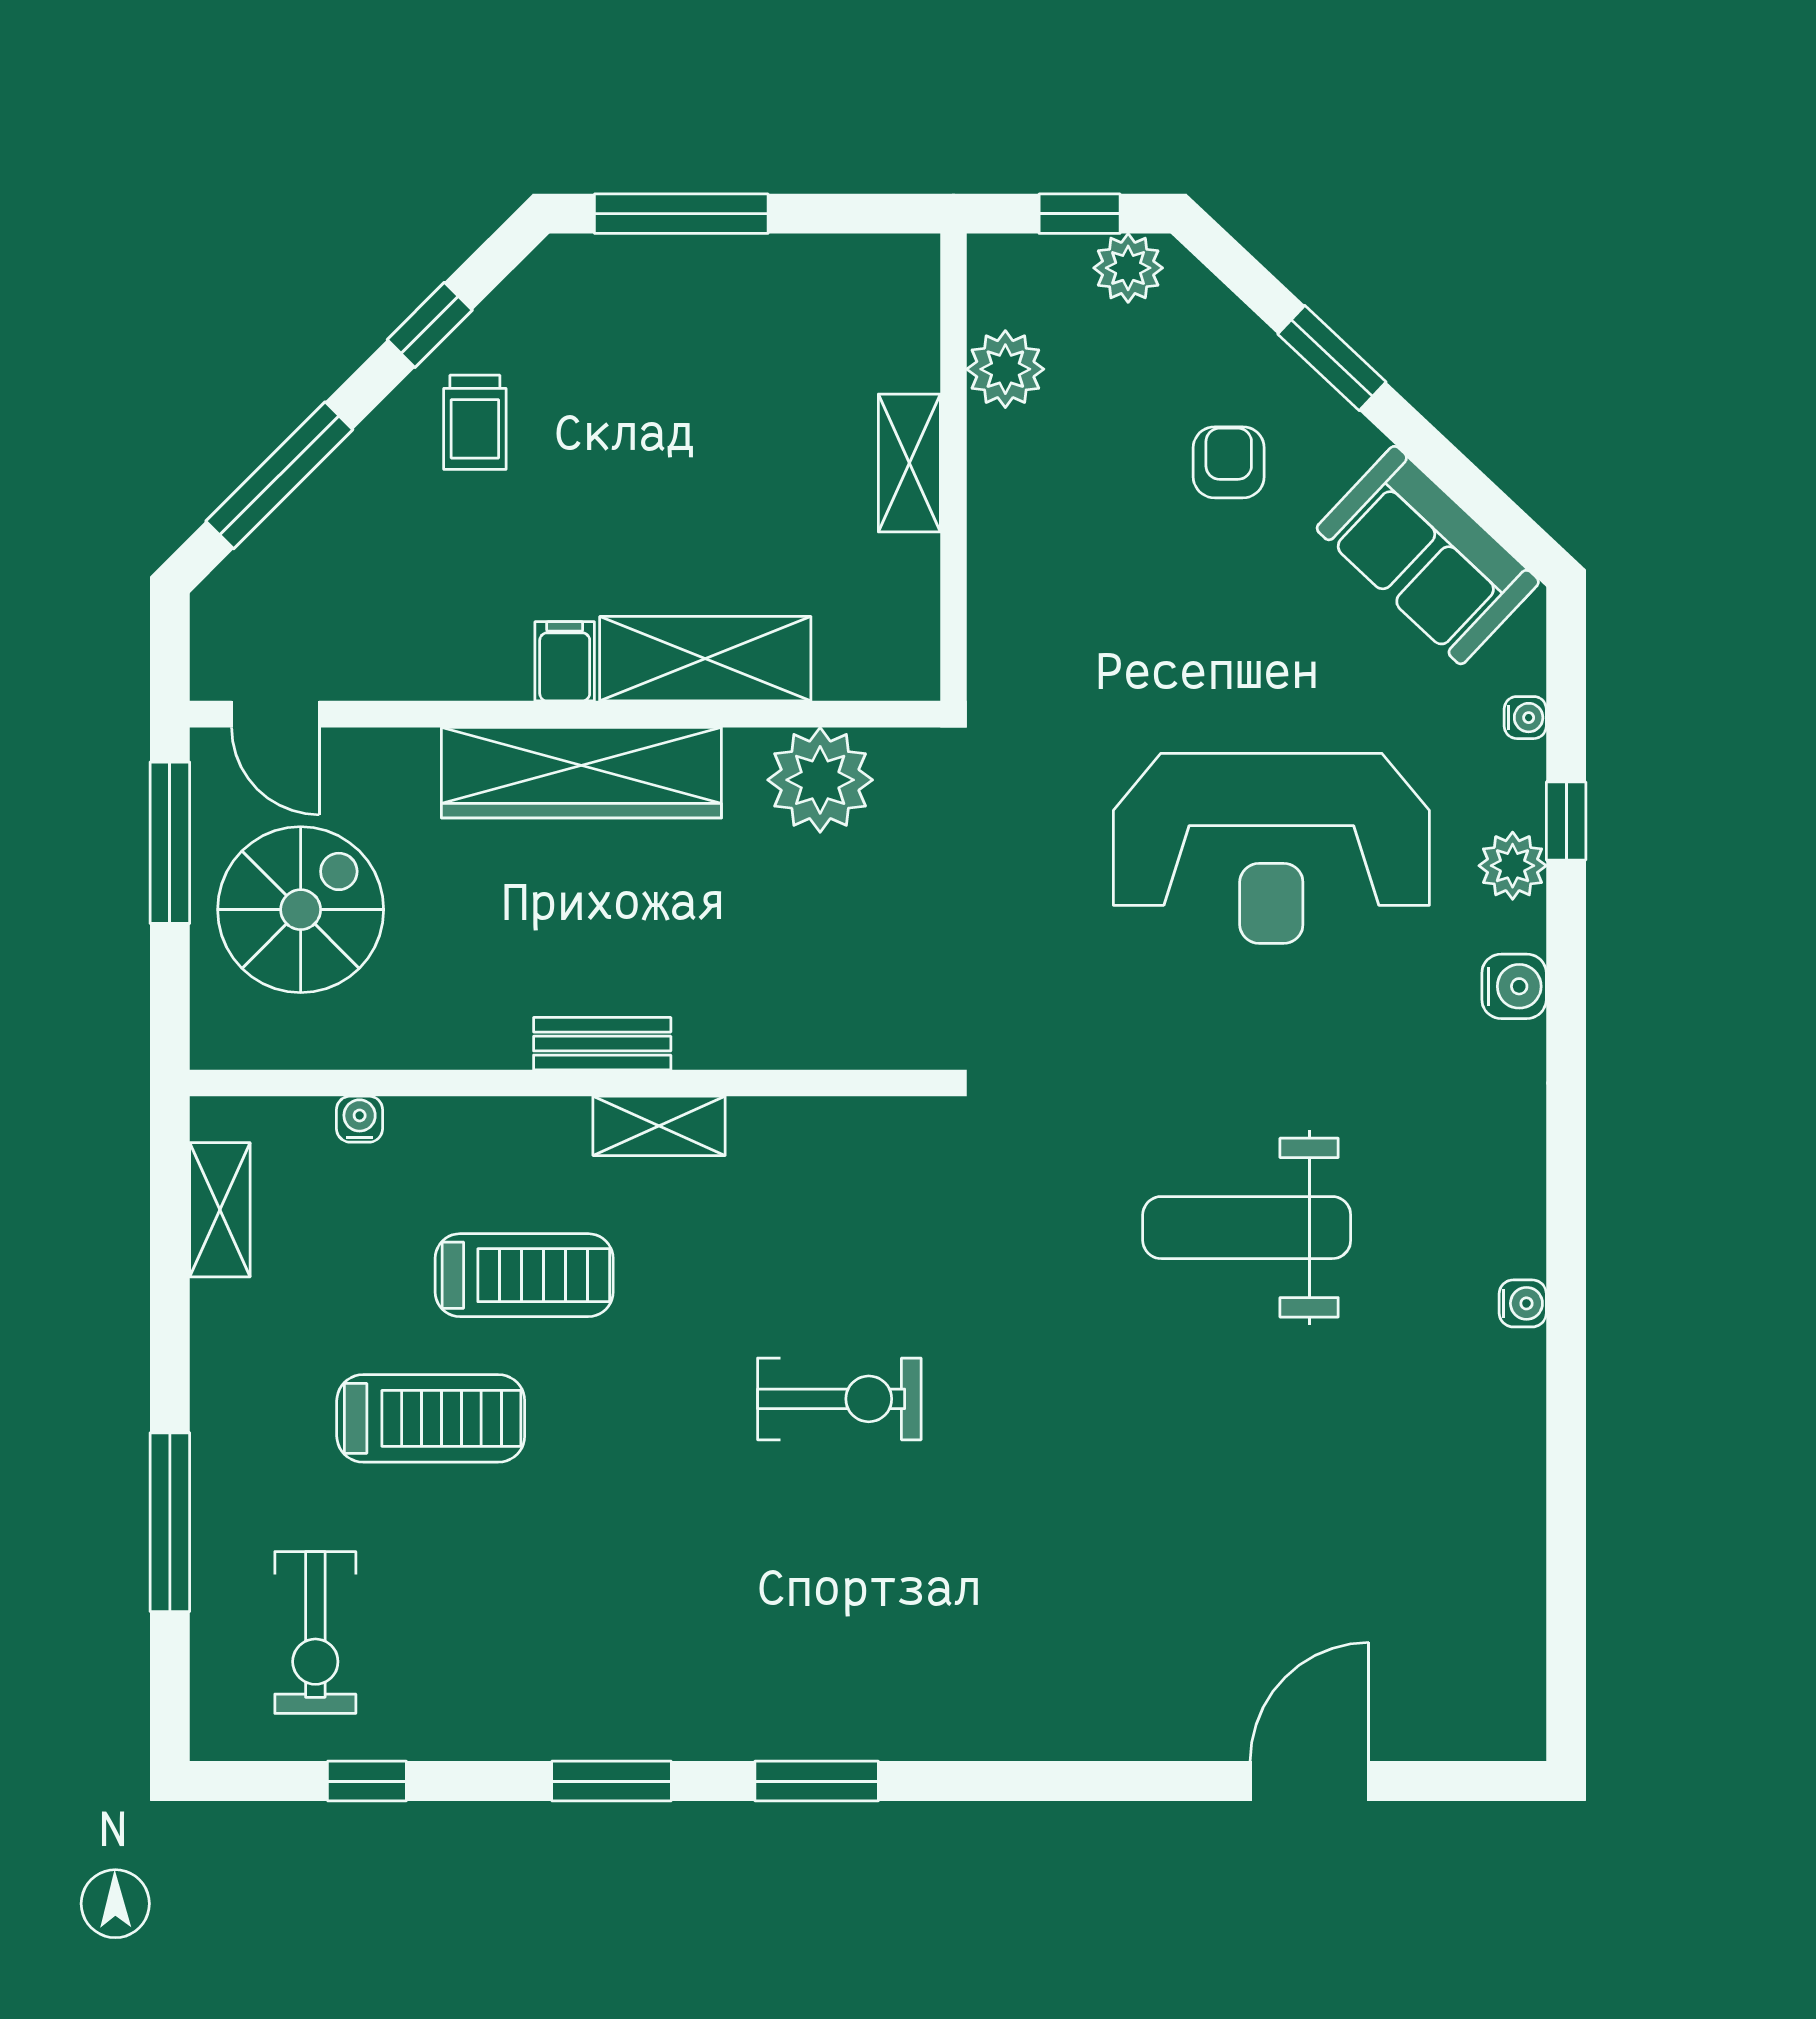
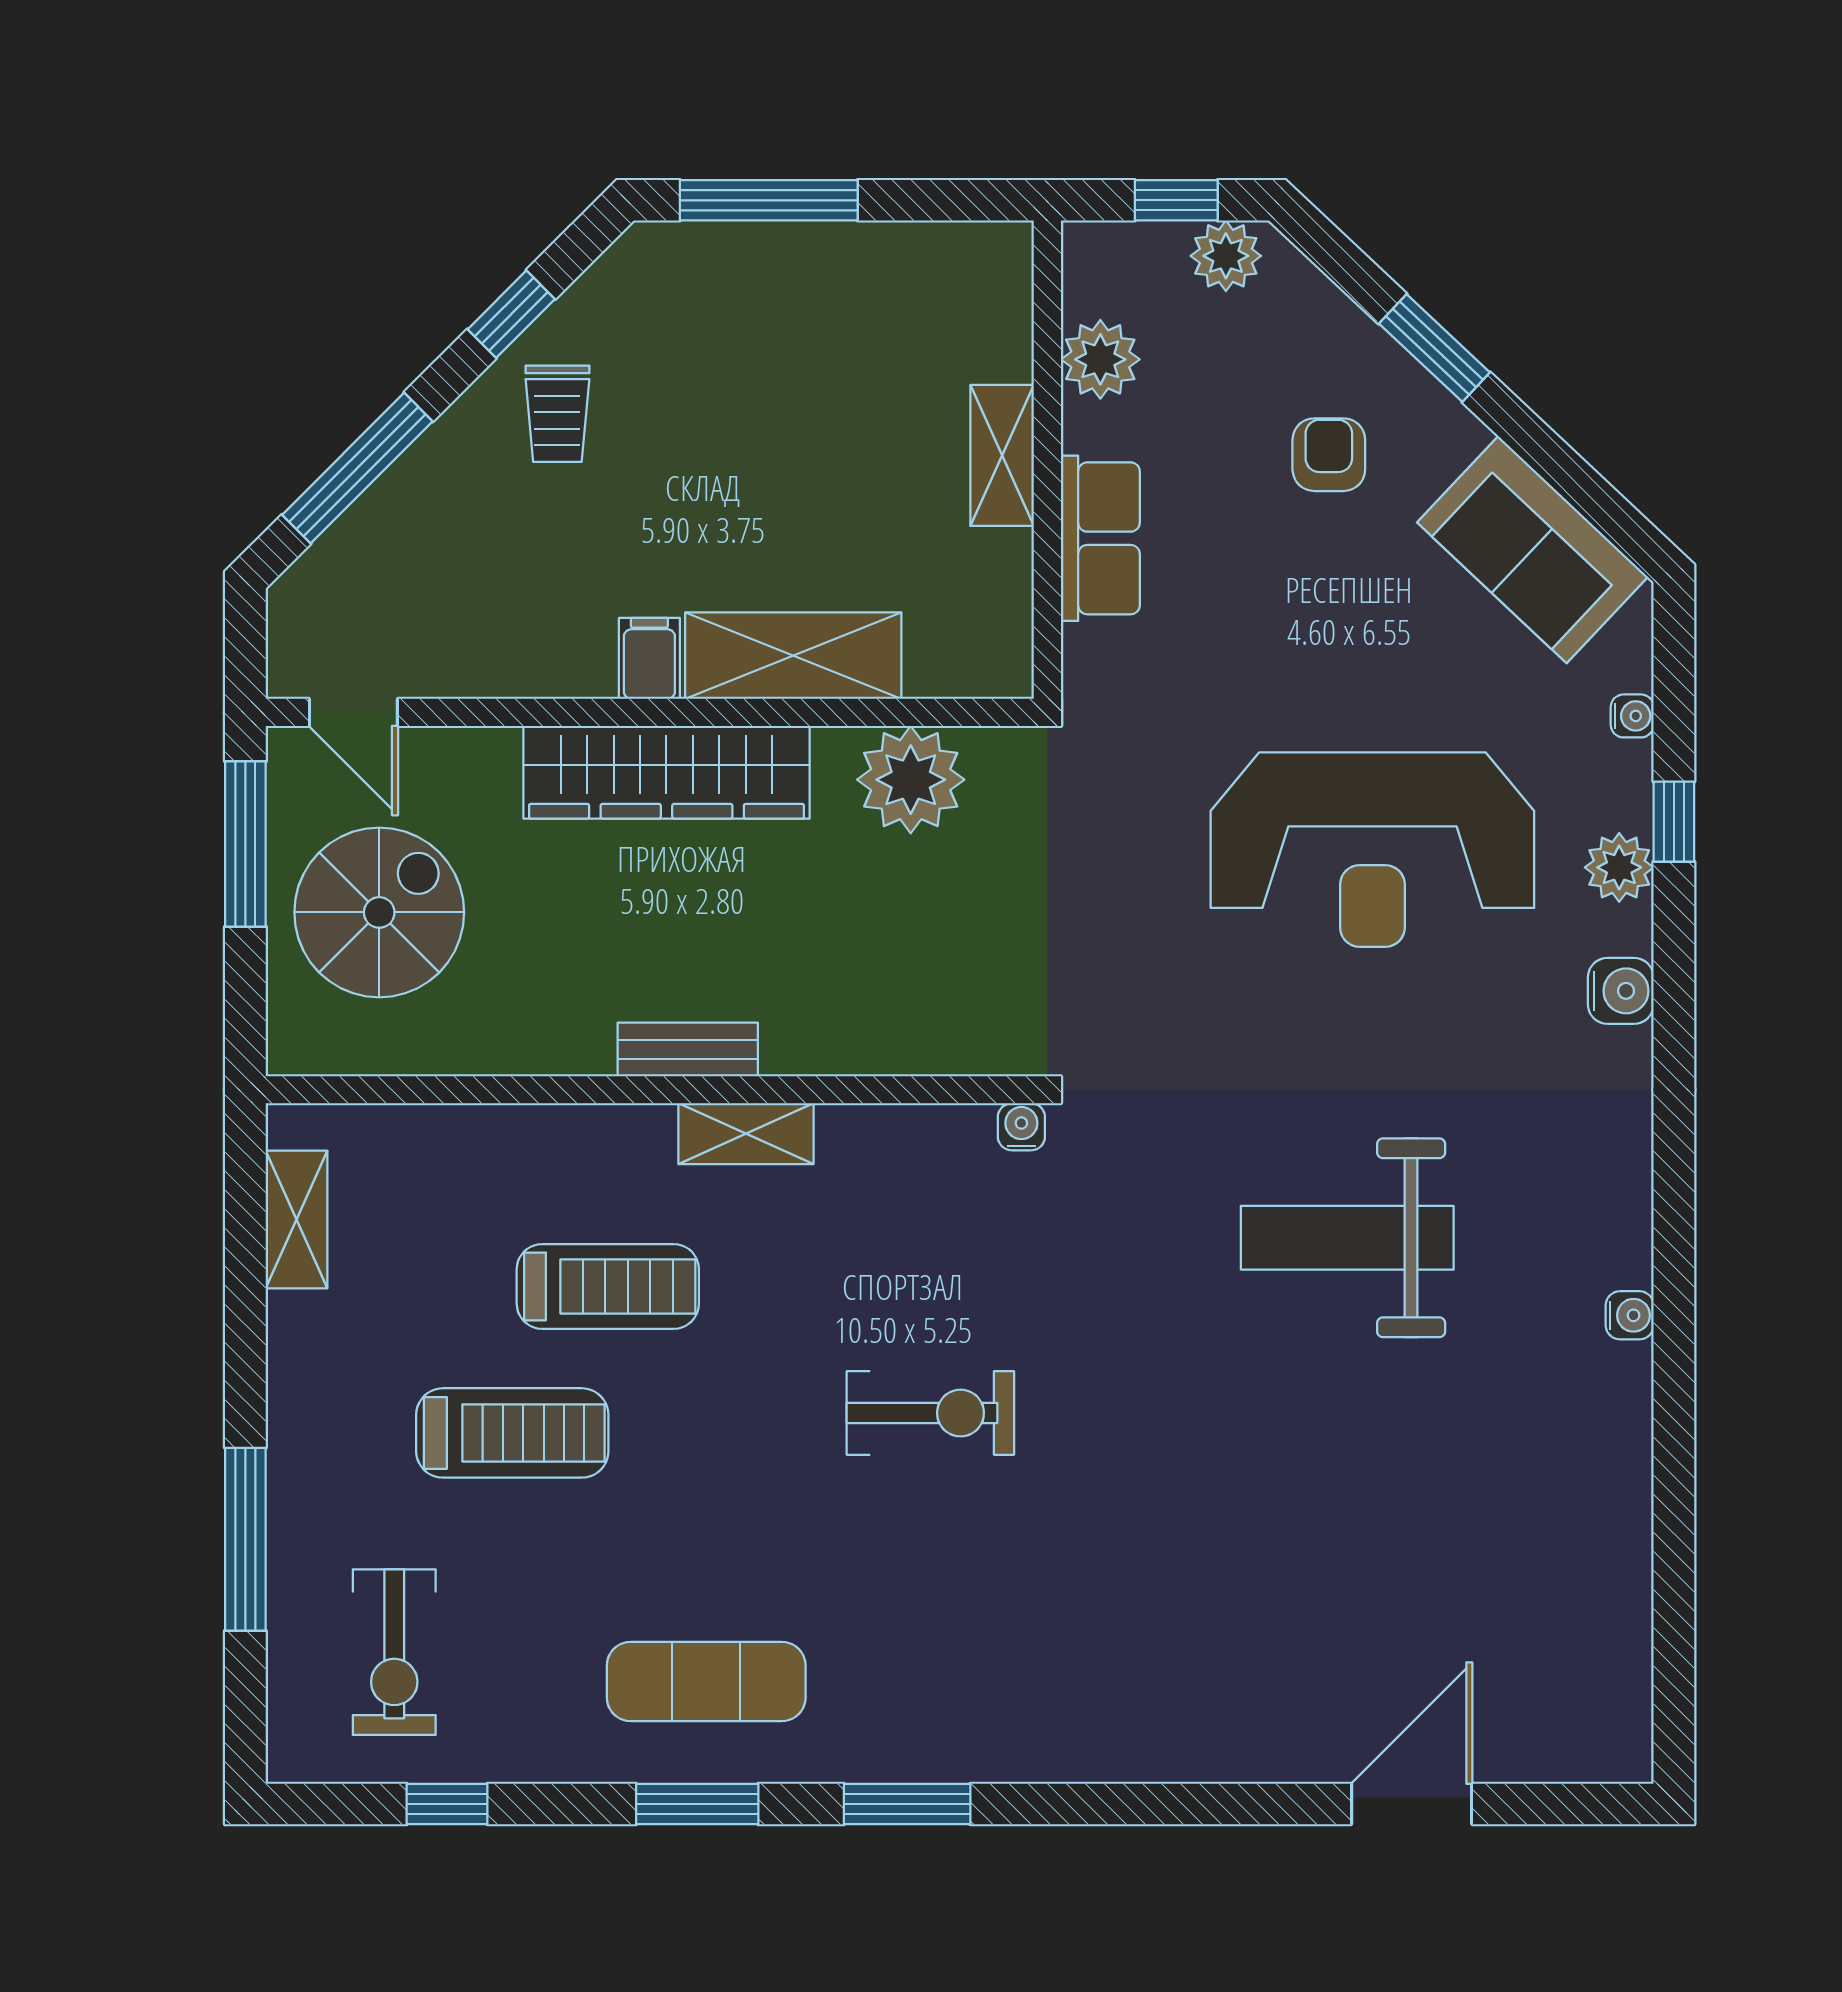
row of seats: (1005, 544) -> (1100, 538), added
water cooler: (360, 1119) -> (1021, 1127), moved
exercise mat: (620, 1661) -> (706, 1681), added

